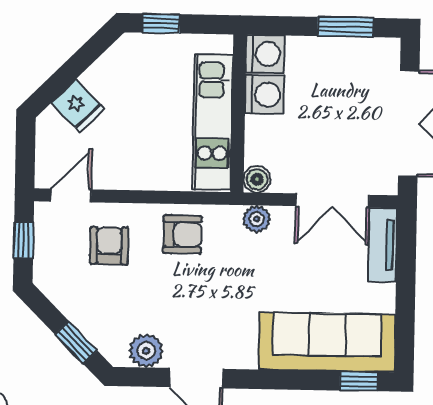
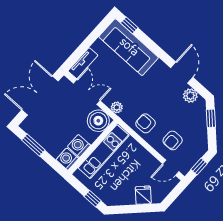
boiler: (257, 179) -> (98, 121), width x1.86, depth x1.86

